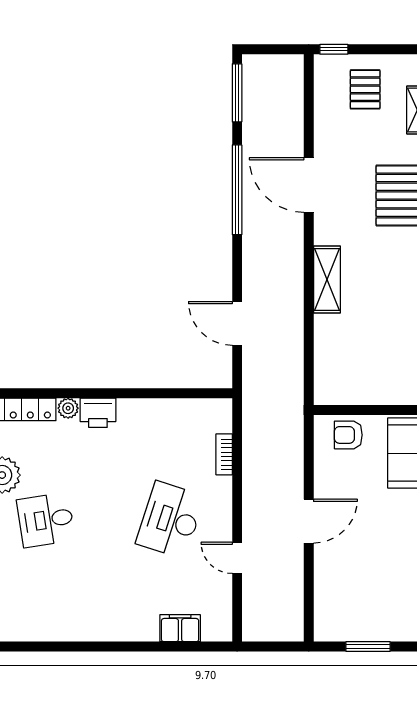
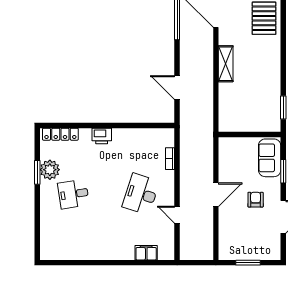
plant: (68, 408) -> (85, 134), removed
armchair: (348, 435) -> (256, 200), moved, turned 90

